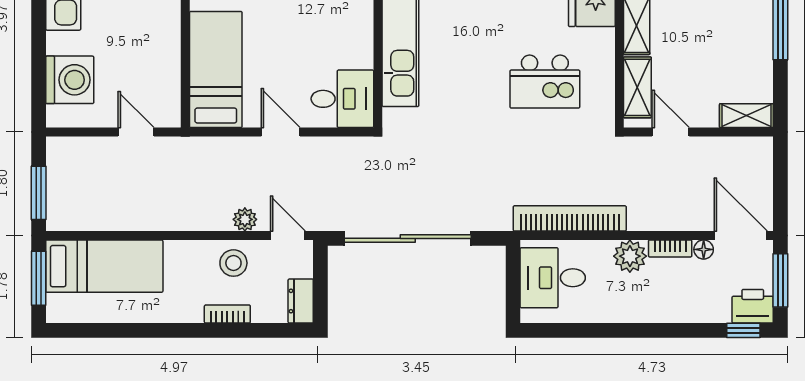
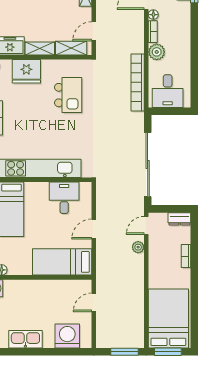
desk: (342, 99) -> (64, 198), moved
stool: (233, 263) -> (160, 253), removed
bed: (104, 266) -> (168, 318), width x1.50

